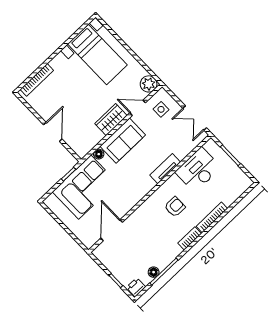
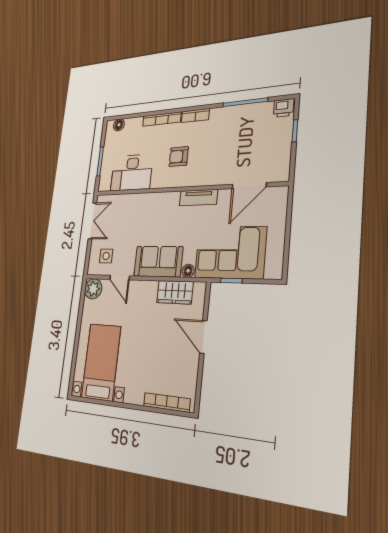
wardrobe: (111, 120) -> (175, 292), moved
door: (53, 132) -> (203, 337), hinge flipped
tv unit: (165, 169) -> (198, 198), moved
floor lamp: (154, 272) -> (119, 125), moved

